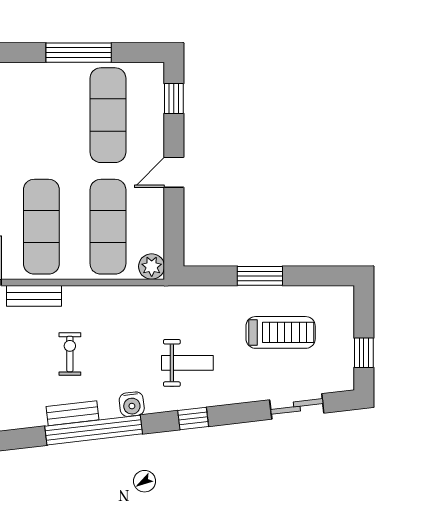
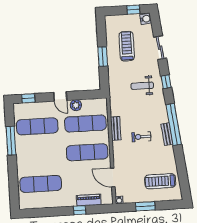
plant: (152, 266) -> (76, 105), moved
bench: (34, 296) -> (116, 128), moved
weight bench: (187, 363) -> (142, 86), turned -90
water cooler: (132, 404) -> (146, 19), moved
sliding door: (297, 406) -> (160, 48), moved

